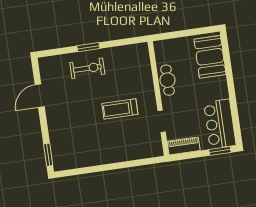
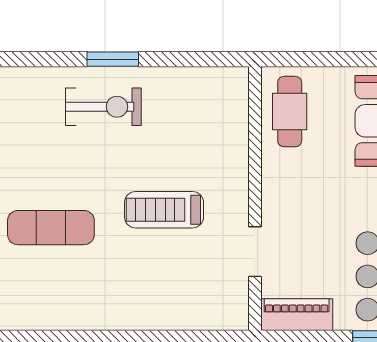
cafe table: (168, 80) -> (290, 112), moved
exercise mat: (72, 124) -> (51, 228), added

